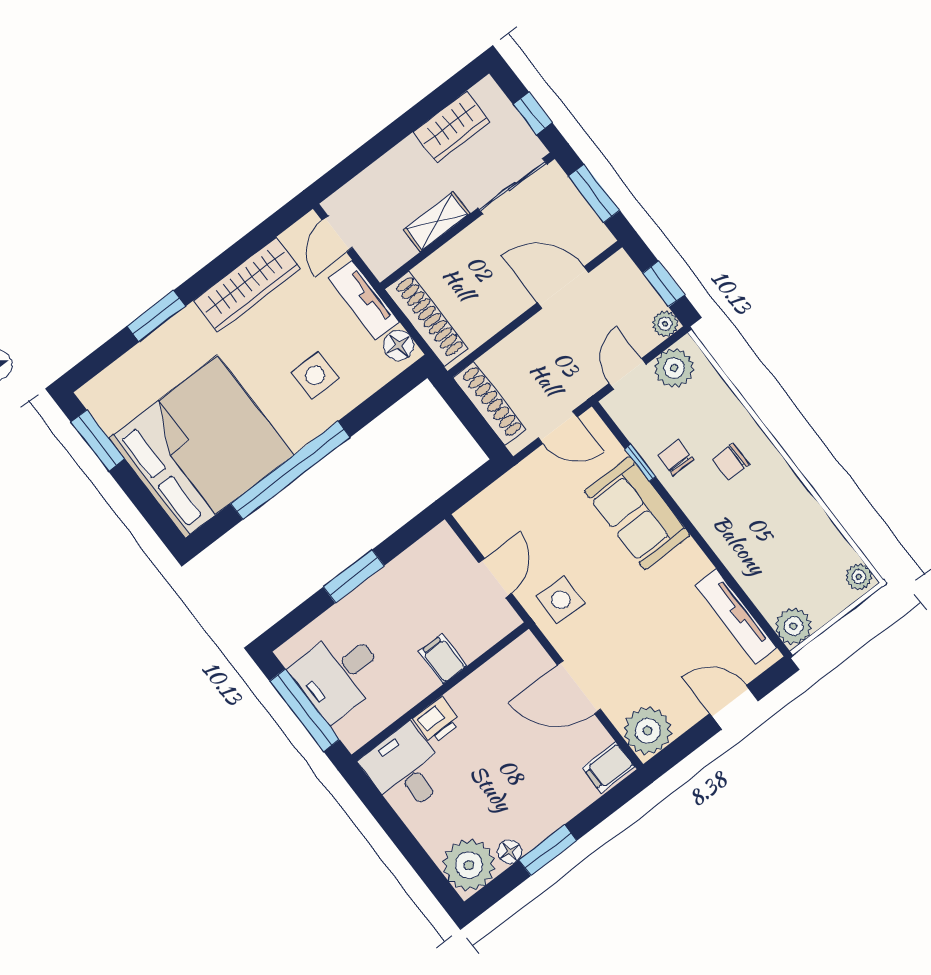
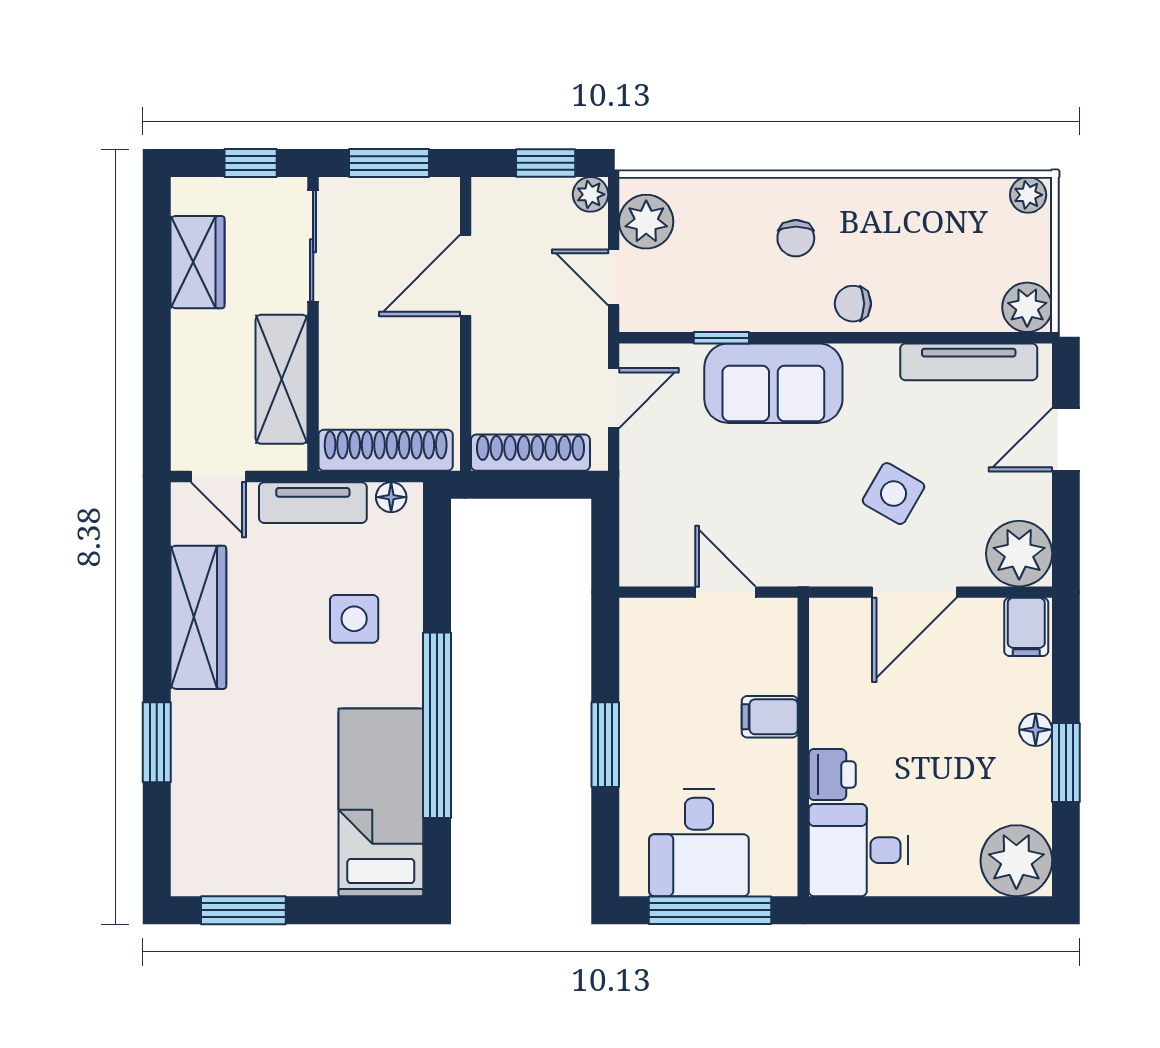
shelving: (437, 221) -> (282, 379), width x1.50, depth x1.33
floor lamp: (399, 345) -> (391, 497), width x0.73, depth x0.73
bed: (201, 447) -> (381, 802), width x0.49
chair: (675, 458) -> (853, 304), moved
side table: (561, 600) -> (894, 494), moved, turned 30
floor lamp: (510, 852) -> (1036, 730), moved

